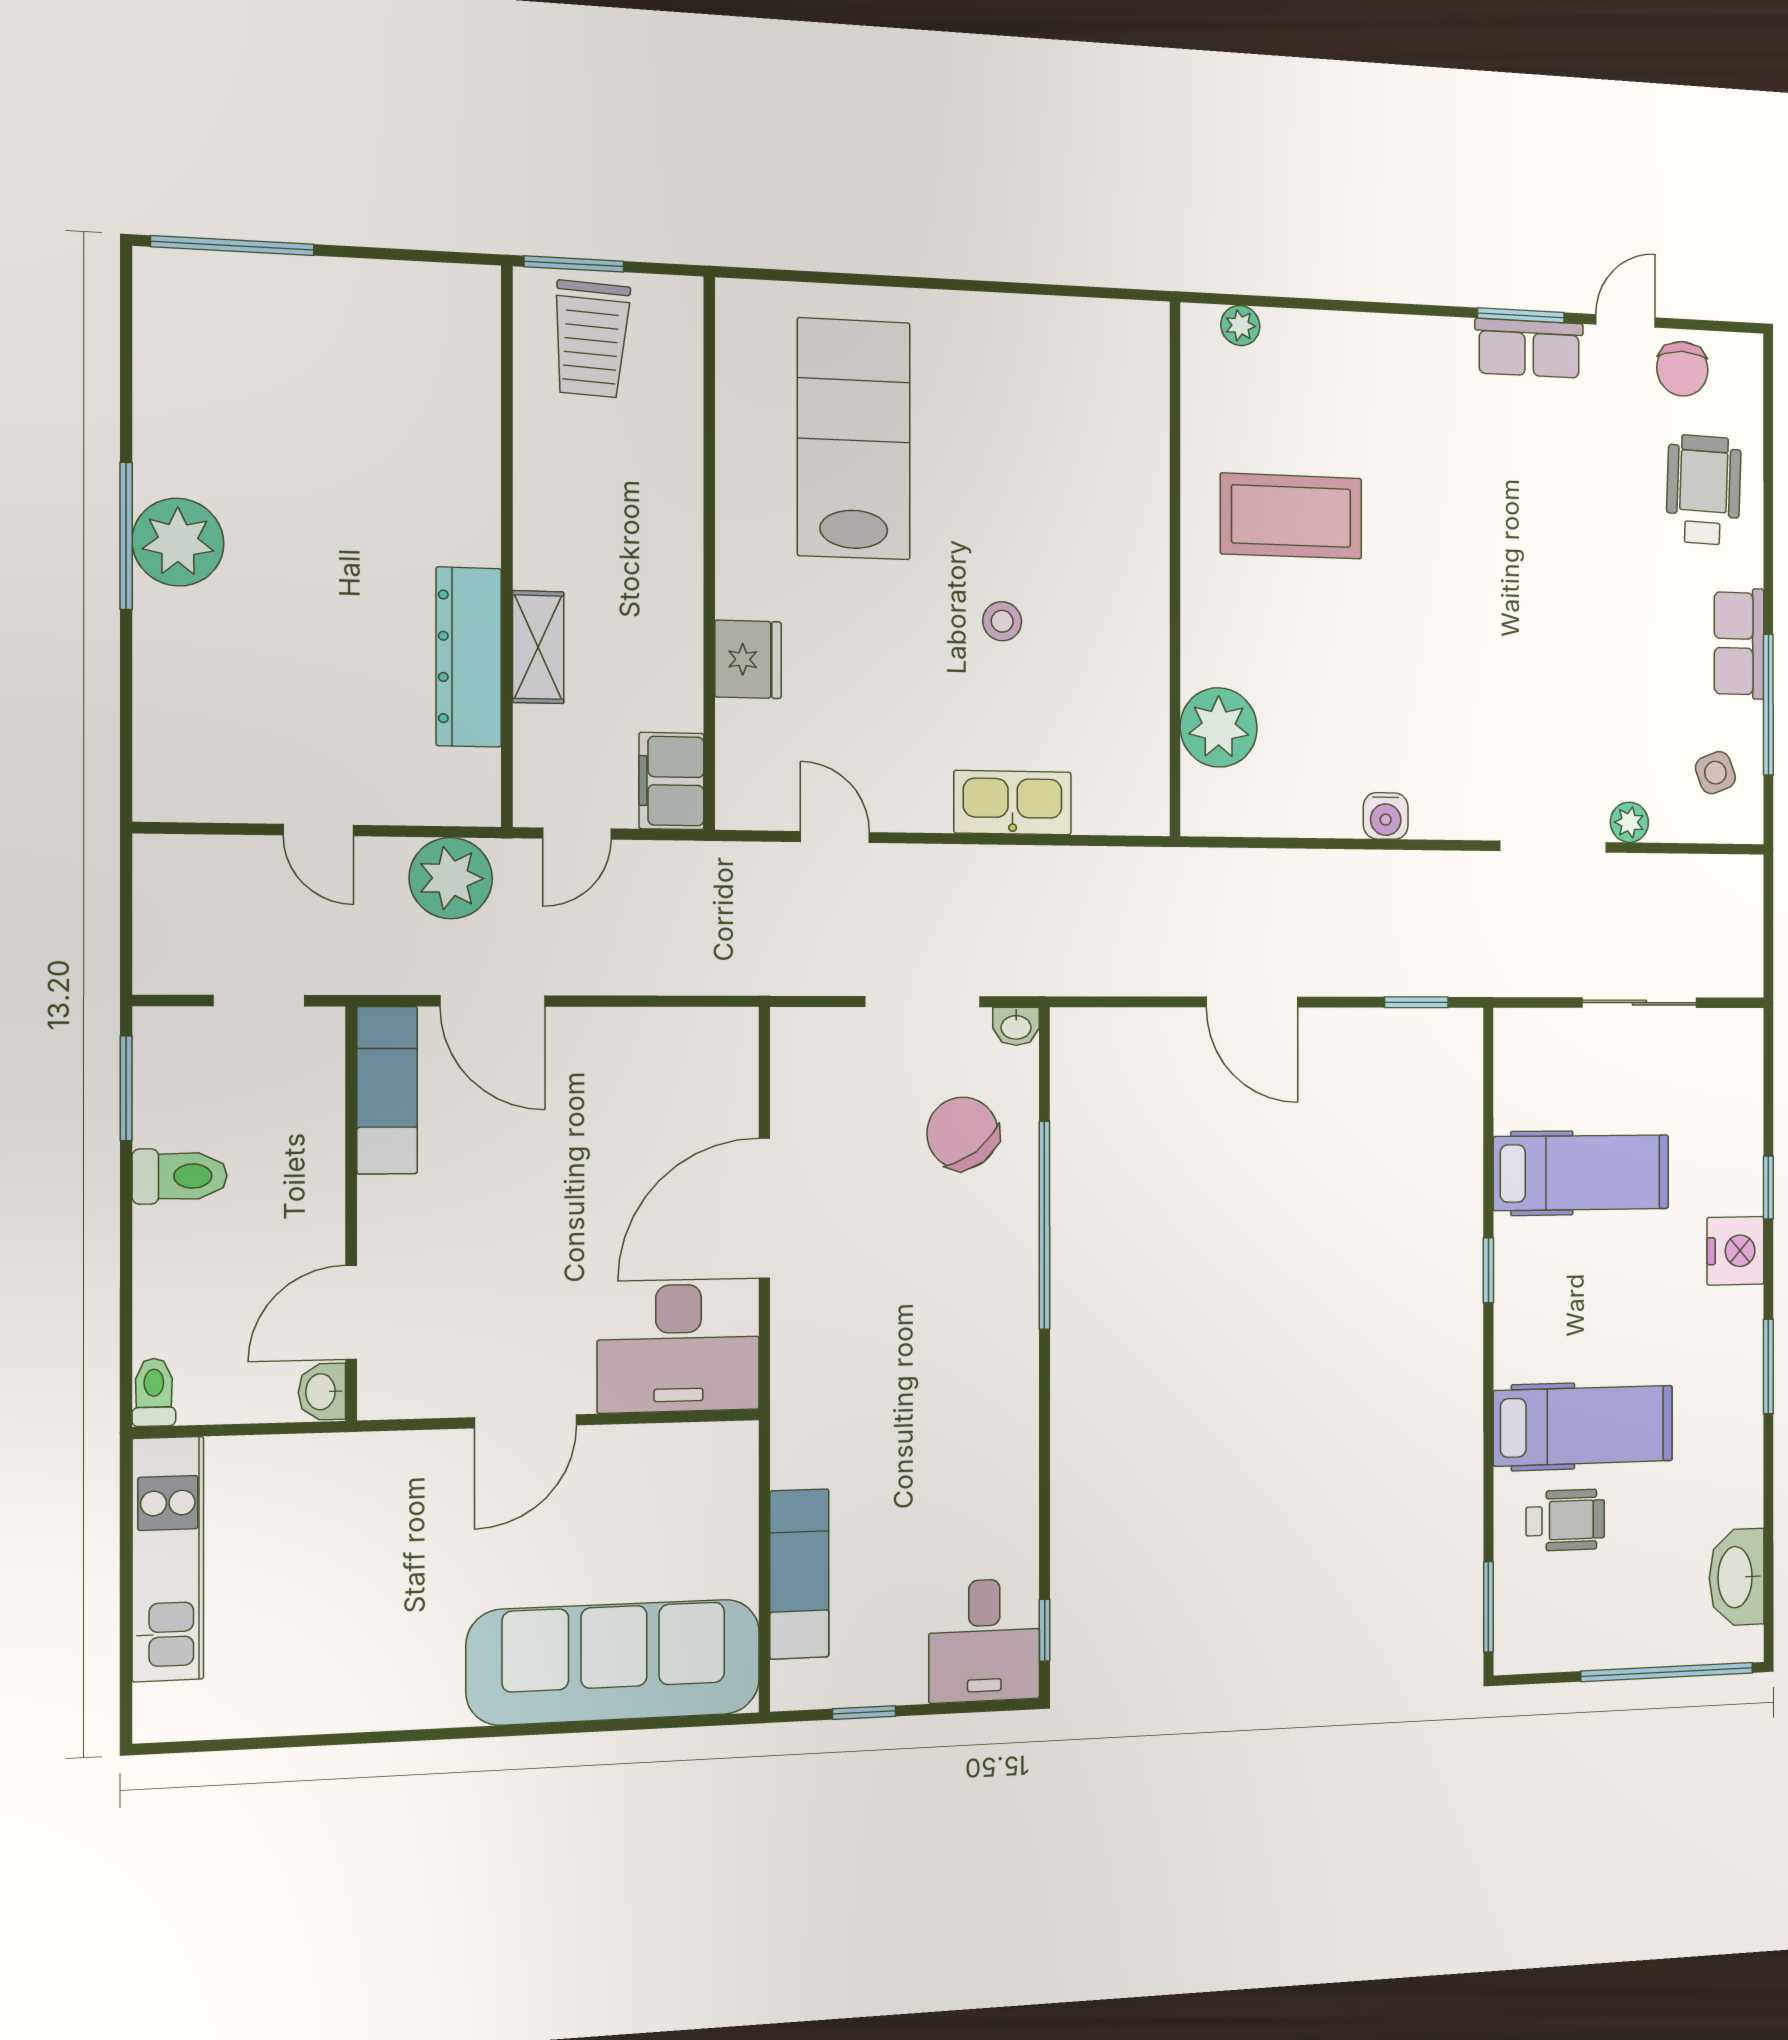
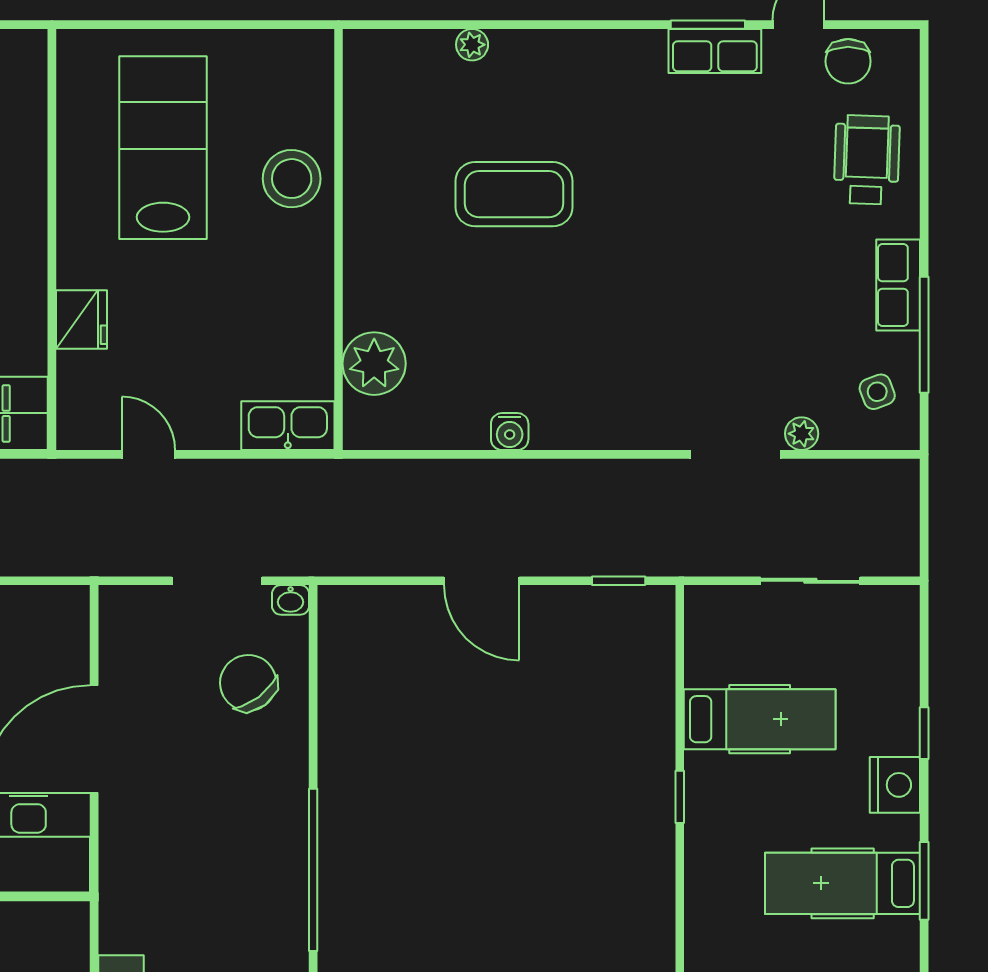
wall: (1175, 569) -> (338, 239), moved
stool: (1002, 621) -> (292, 179), moved, width x1.89, depth x1.89
plant: (1219, 727) -> (374, 364), moved
water cooler: (1386, 816) -> (510, 432), moved
window: (1044, 1225) -> (313, 870), moved
hospital bed: (1583, 1426) -> (843, 883), moved, turned 180

